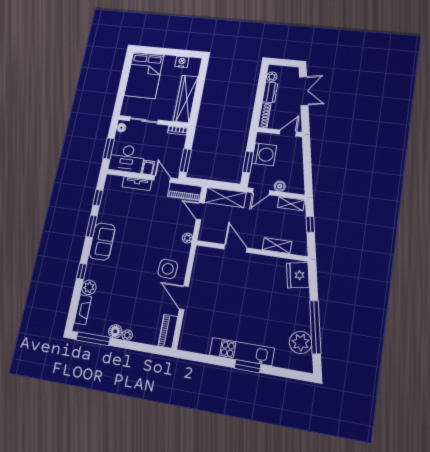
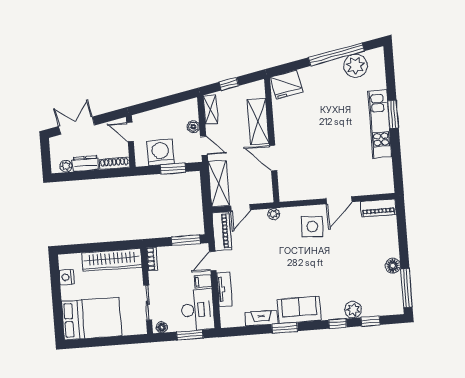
window: (98, 198) -> (370, 321), moved
shelving: (277, 246) -> (258, 122), width x1.50, depth x1.33
door: (235, 248) -> (273, 158), hinge flipped
fireplace: (83, 310) -> (261, 318), moved
plant: (127, 335) -> (393, 251), removed

